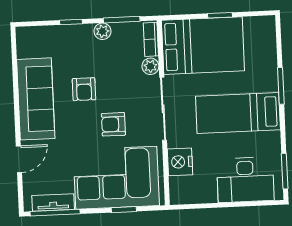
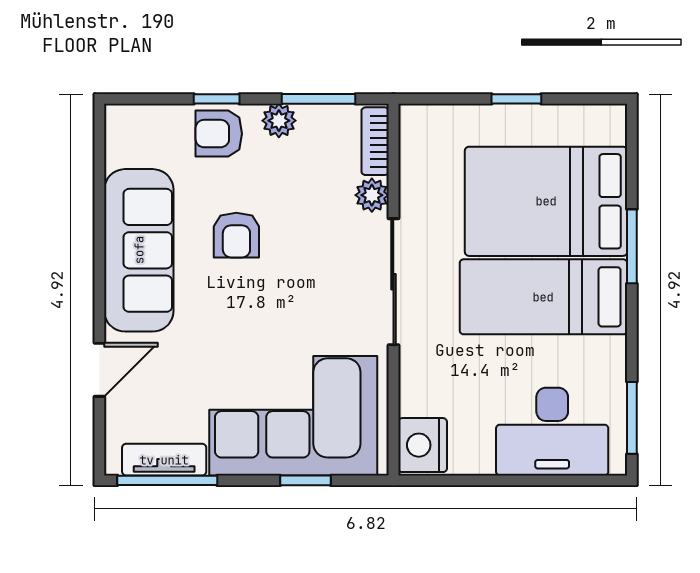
bed: (203, 46) -> (546, 201), moved, turned 180
armchair: (113, 124) -> (219, 134), moved
nightstand: (180, 162) -> (423, 445), moved

